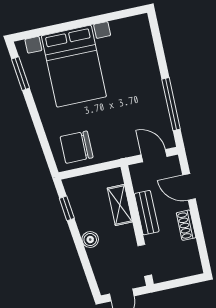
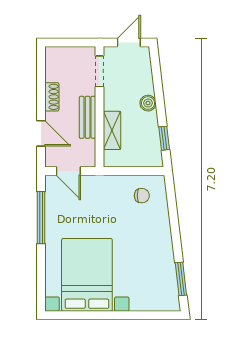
bed with nightstands: (74, 66) -> (87, 275), moved
chair: (77, 147) -> (142, 196), width x0.54, depth x0.54

